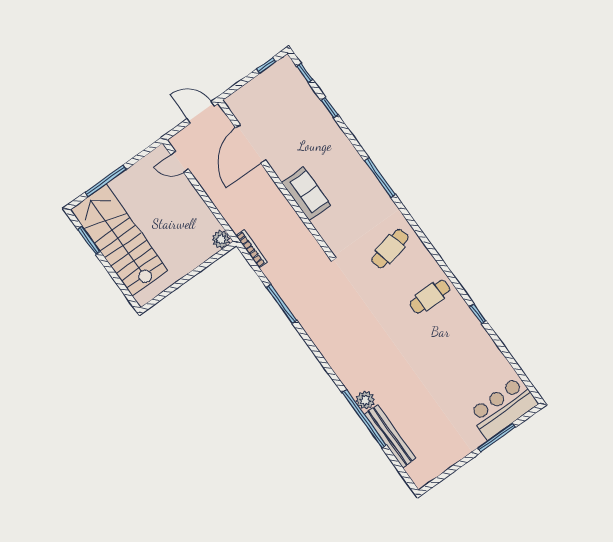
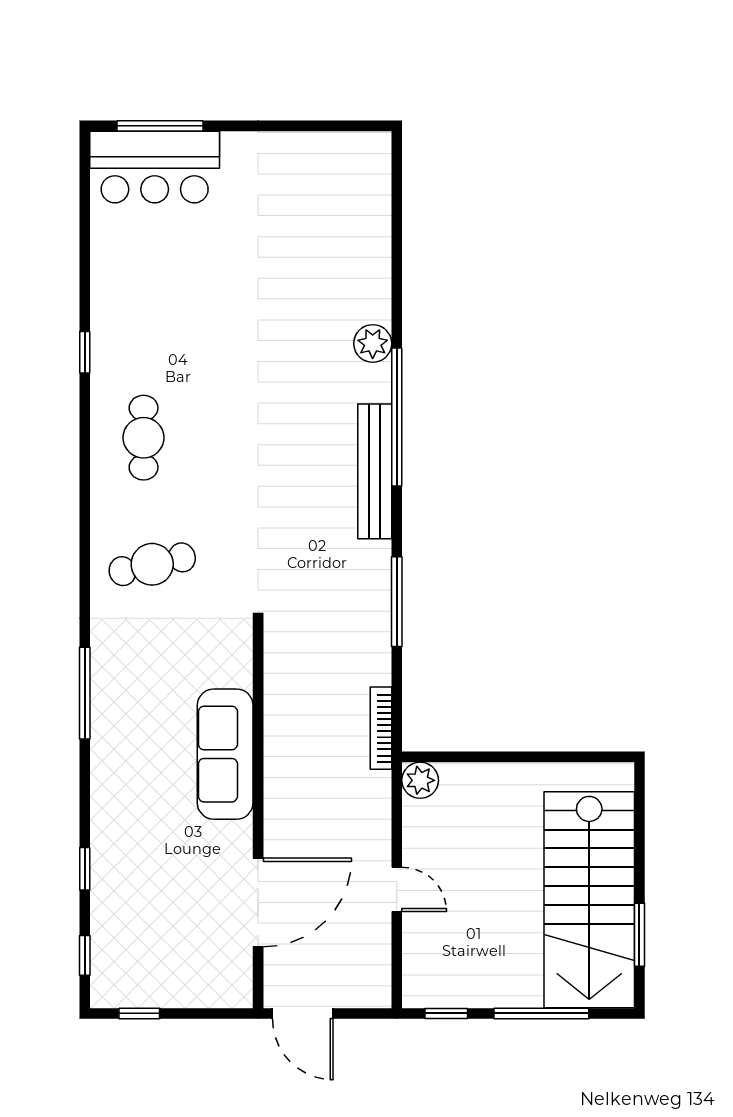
window: (144, 154) -> (446, 1013), added
door: (180, 162) -> (397, 889), moved
sofa: (306, 194) -> (225, 754), width x1.36
cafe table: (430, 297) -> (144, 438), turned 90
window: (364, 419) -> (397, 417), moved
bench: (390, 436) -> (375, 471), moved
window: (497, 438) -> (160, 126), moved

